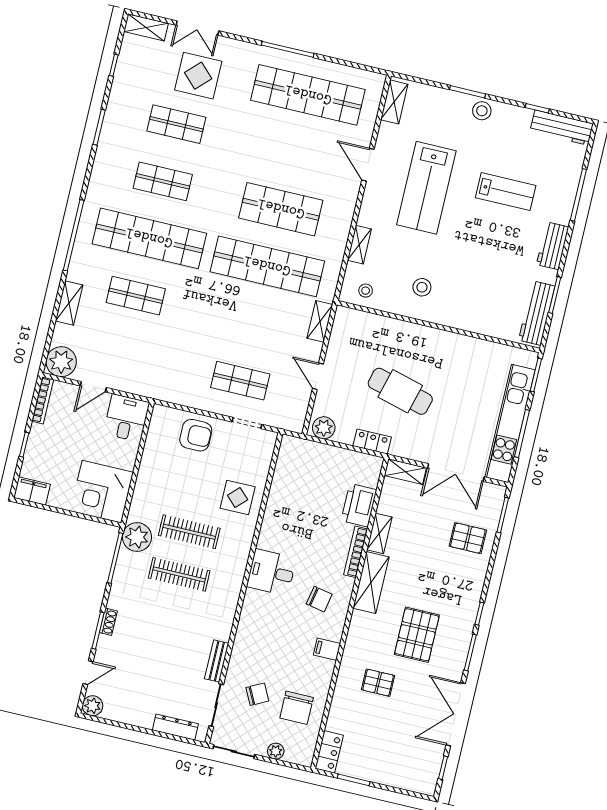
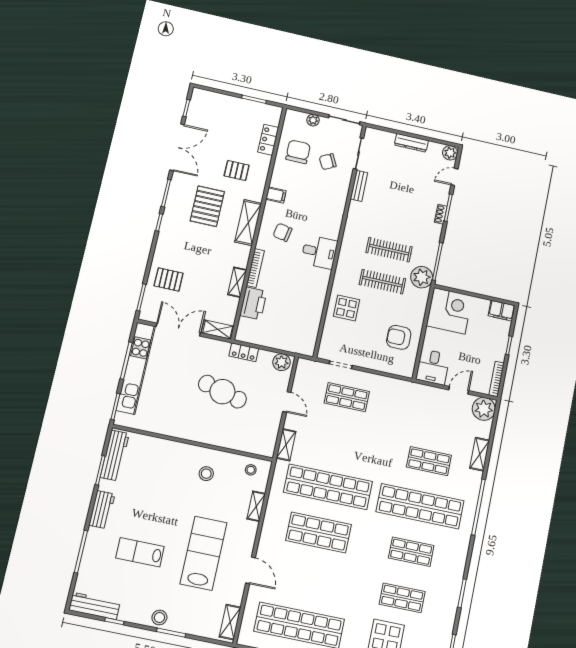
armchair: (196, 435) -> (399, 337), moved
shelving: (371, 583) -> (248, 223), moved
dresser: (175, 727) -> (411, 143), moved
locker: (329, 752) -> (268, 140), moved

